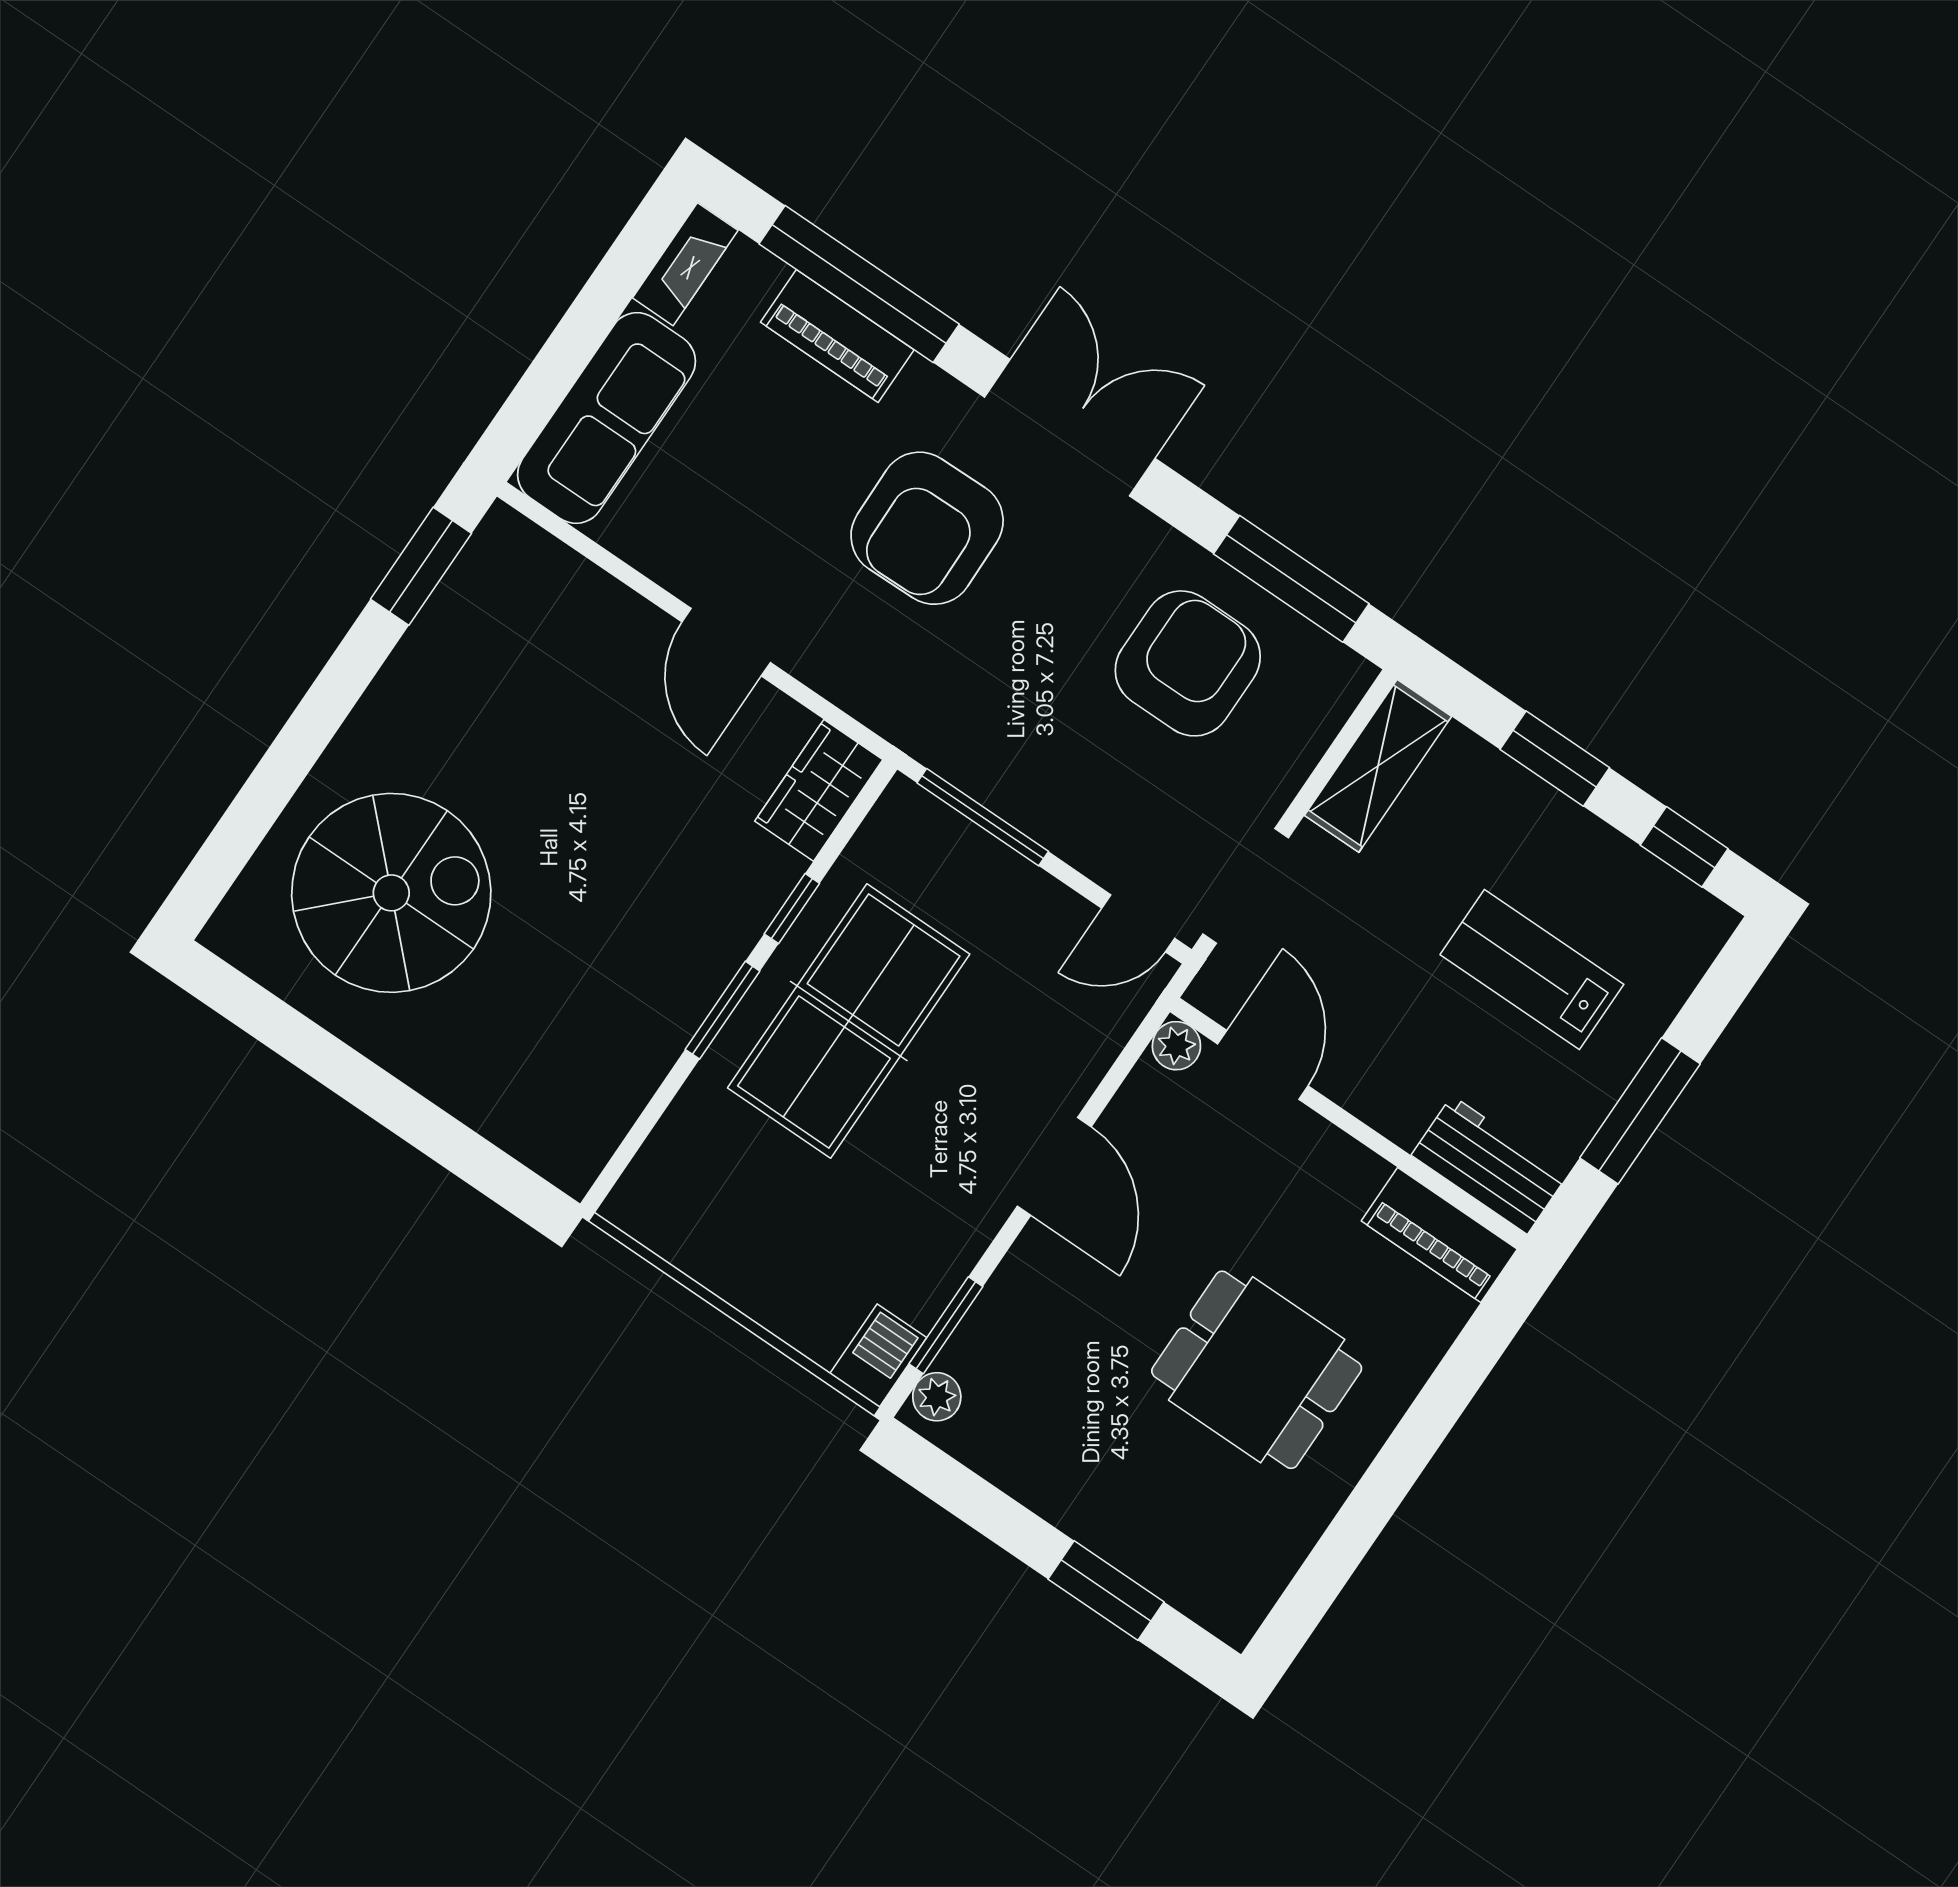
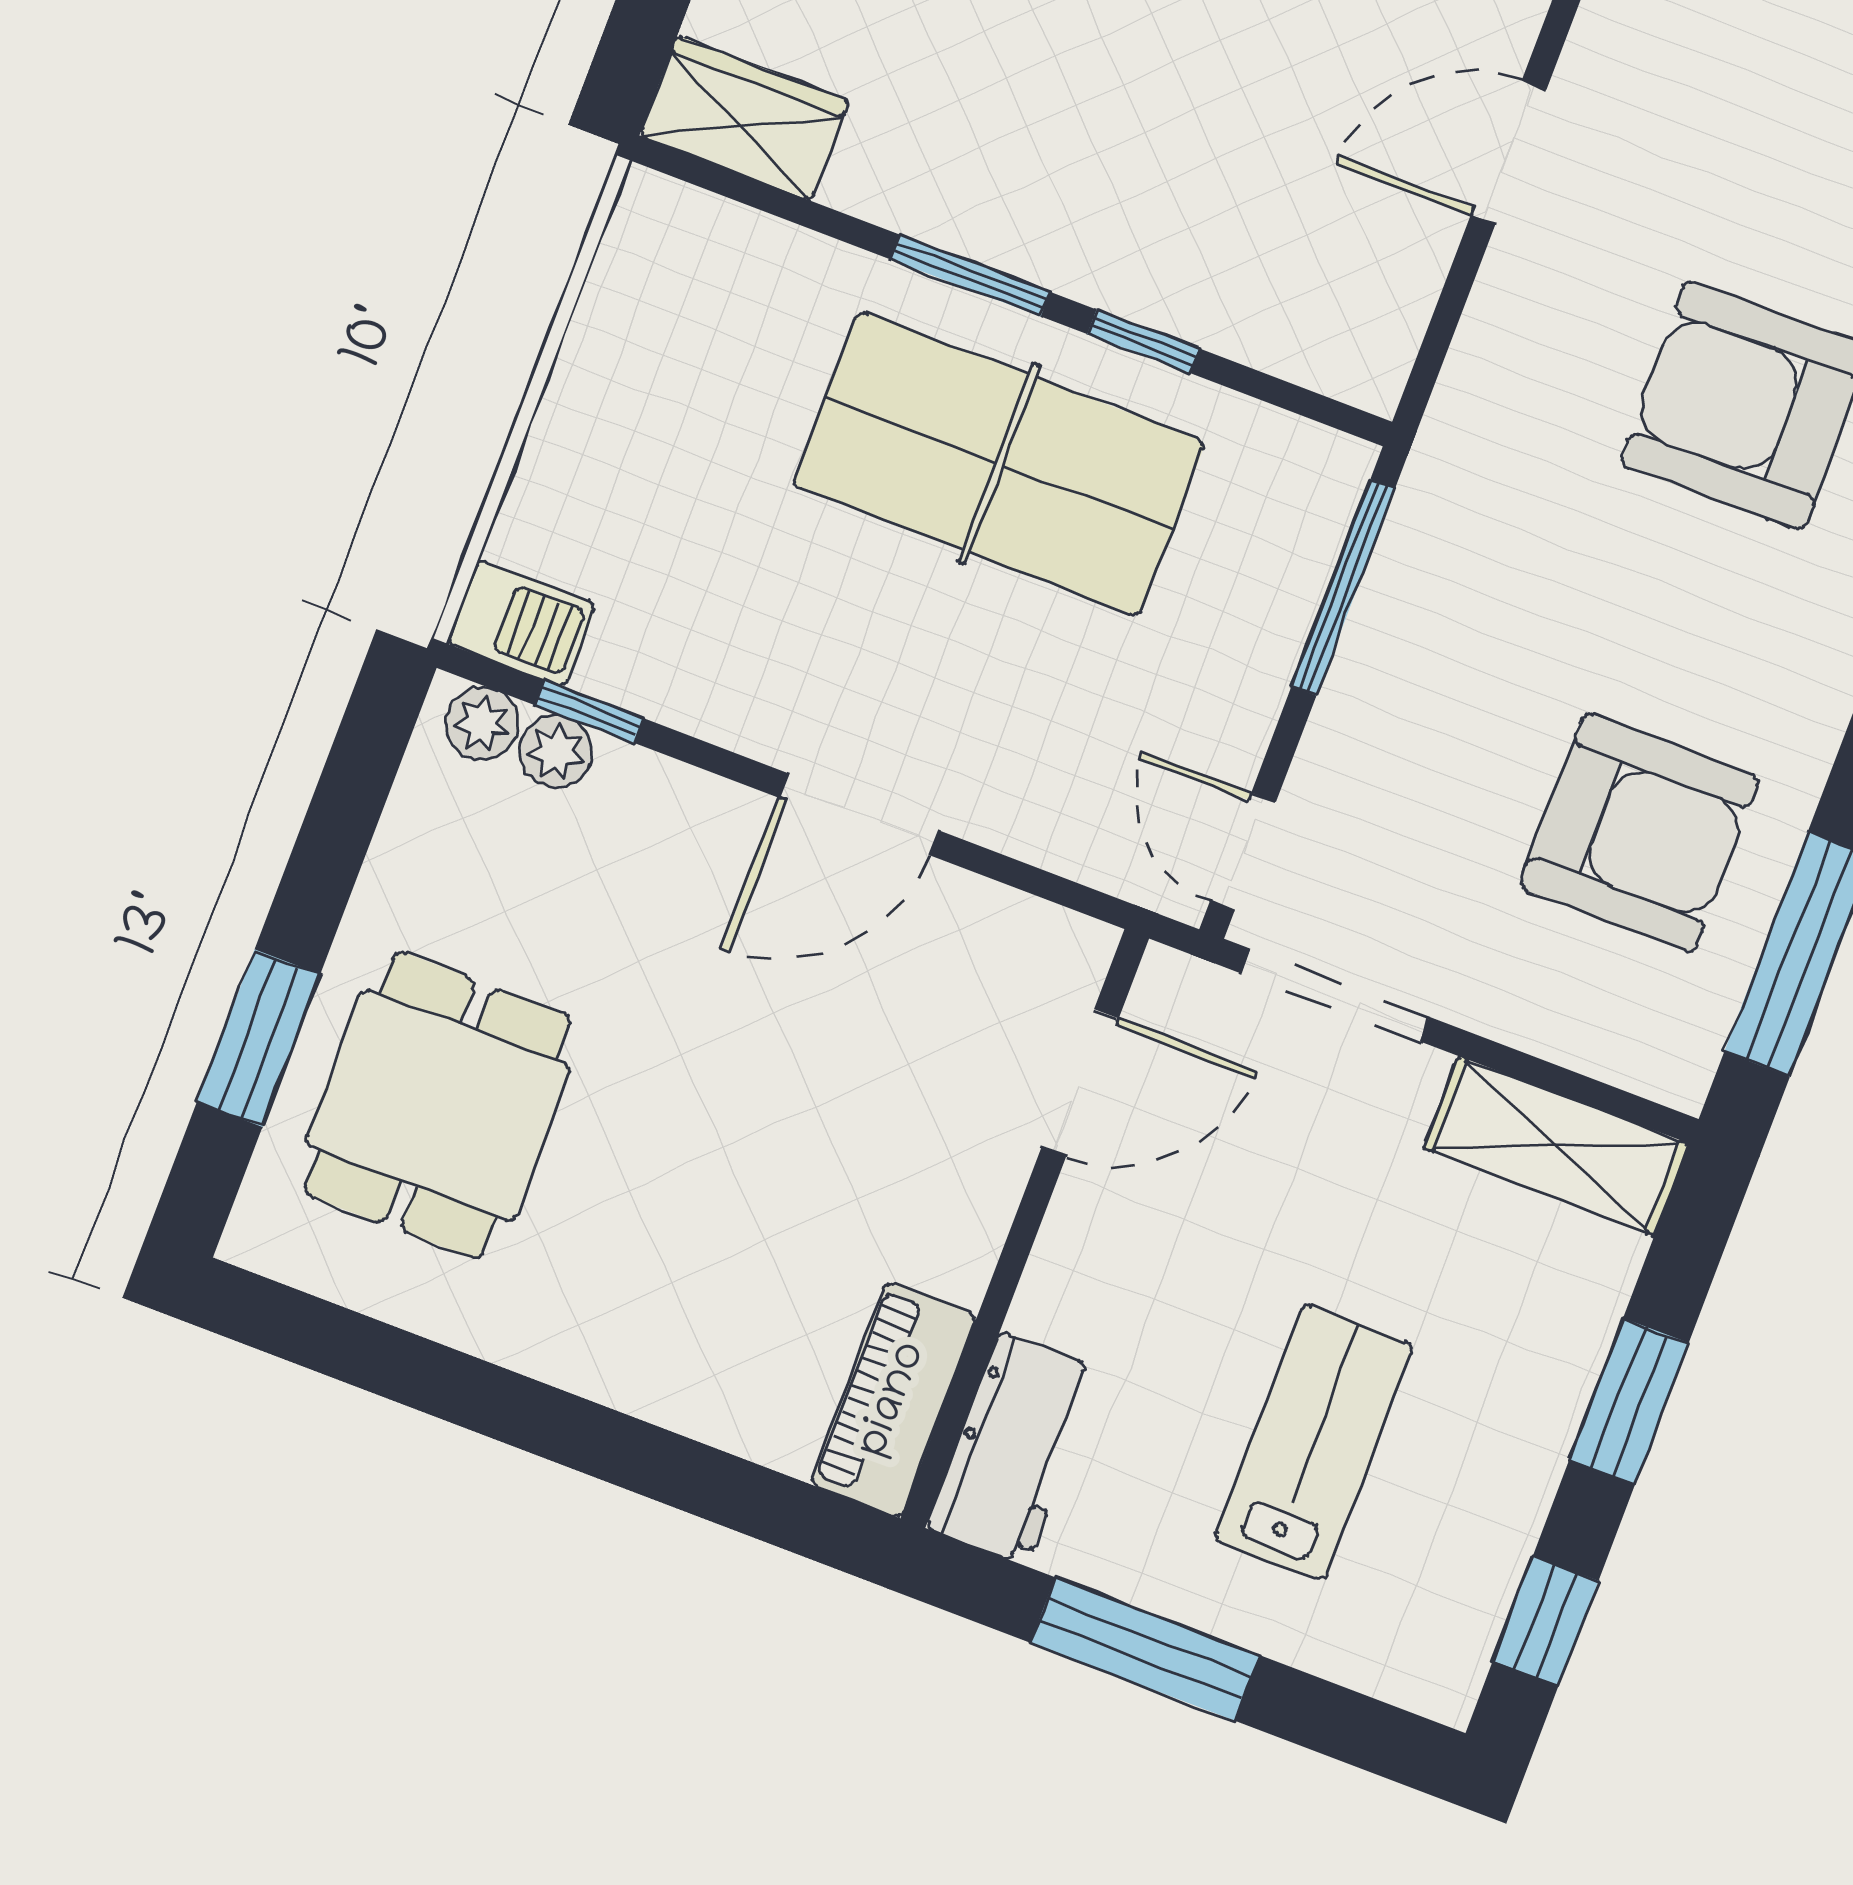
wardrobe: (819, 790) -> (744, 118), moved
plant: (1176, 1046) -> (556, 752), moved
window: (946, 1325) -> (589, 712), width x0.67
dining table: (1257, 1370) -> (438, 1105), moved

